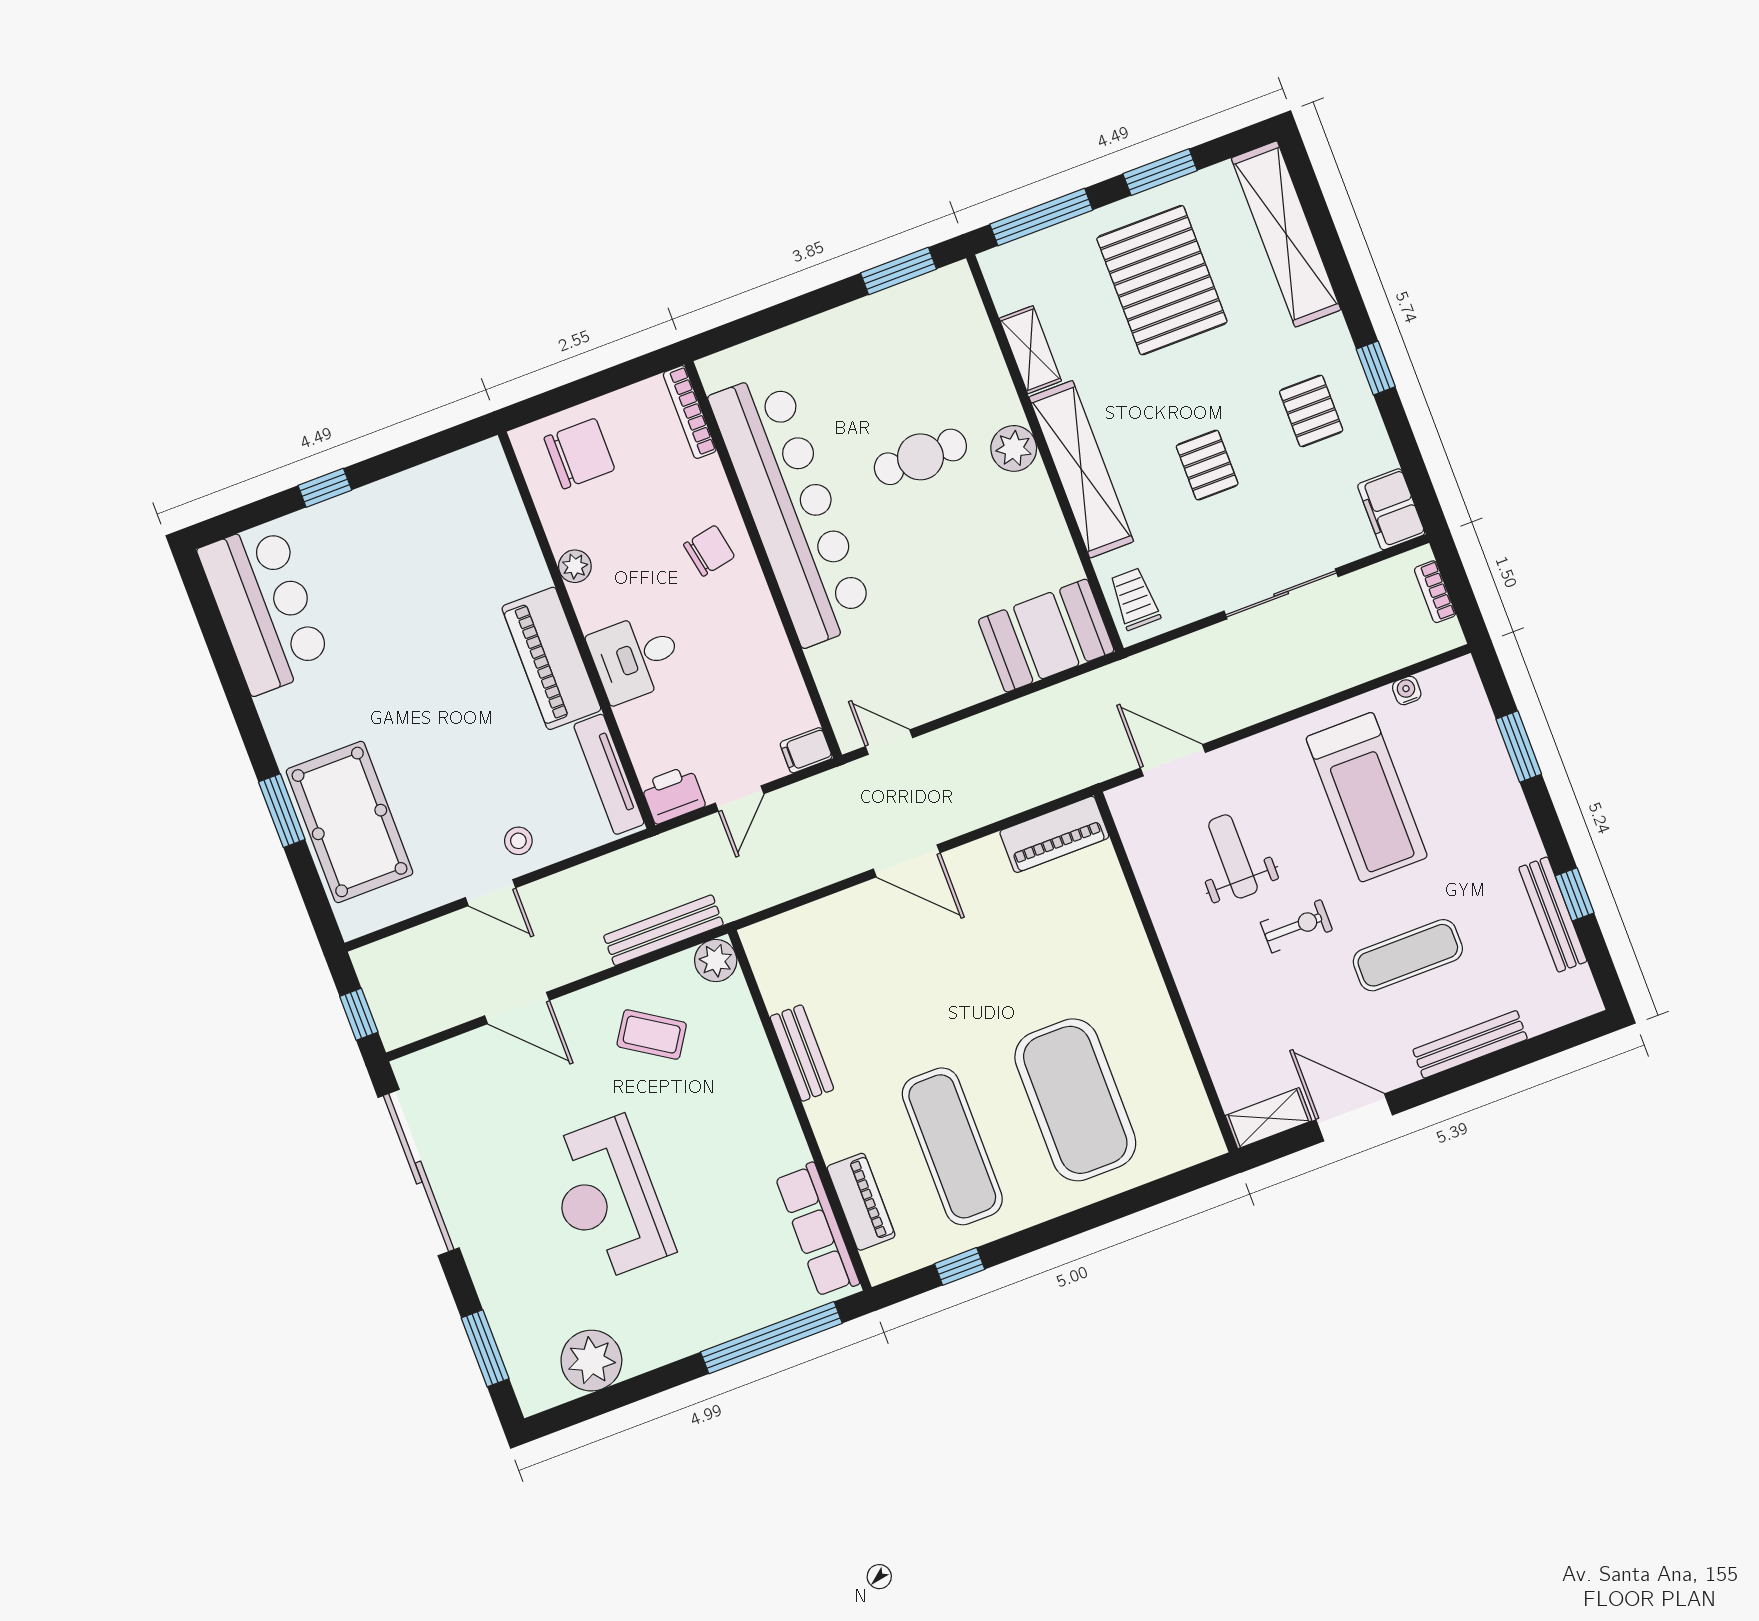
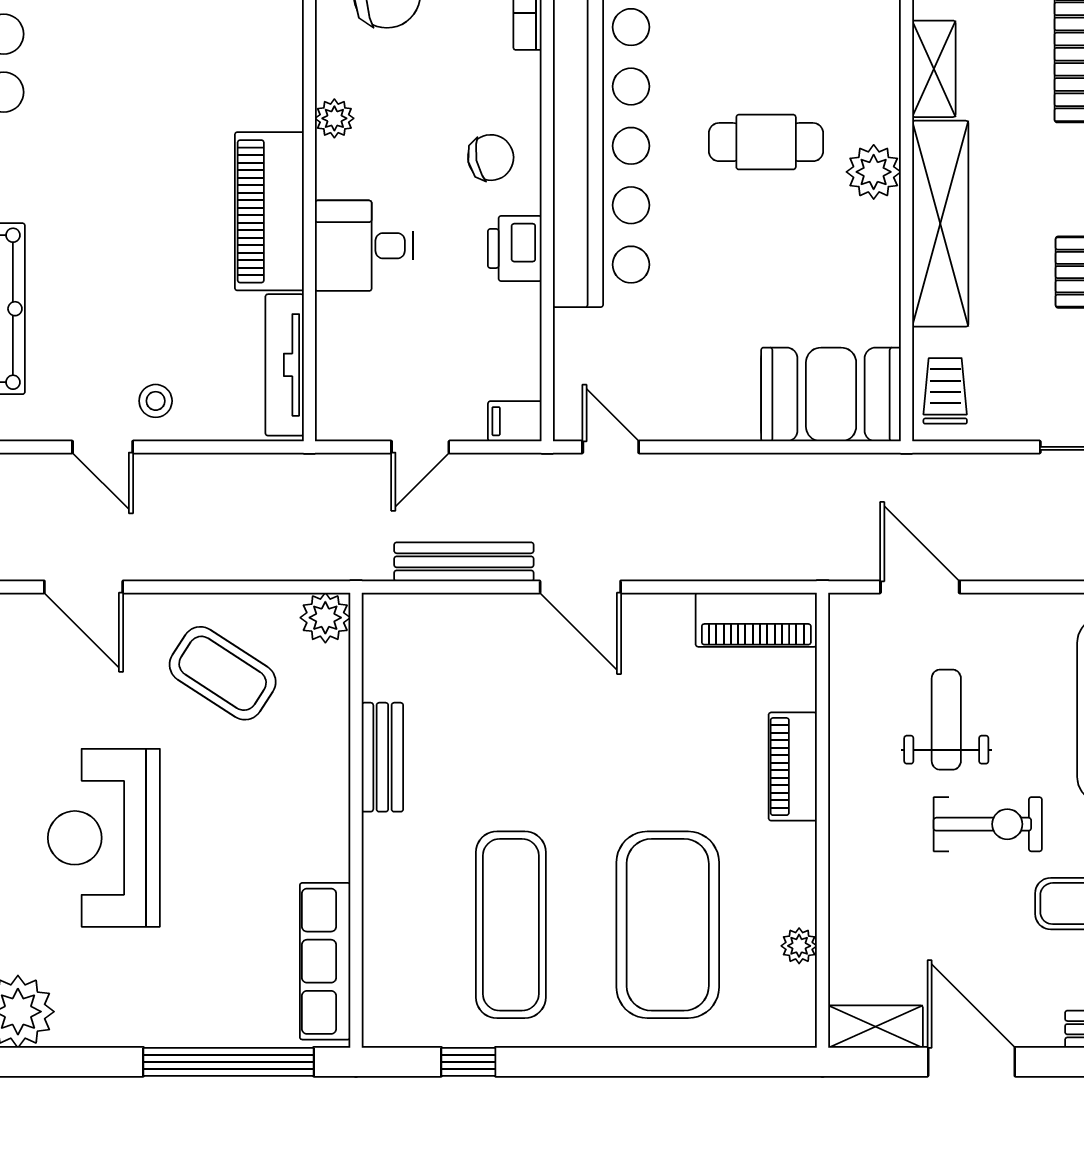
printer: (673, 795) -> (515, 248), moved, turned -90
exercise bike: (1297, 926) -> (988, 824), width x1.38, depth x1.39
bench: (663, 930) -> (464, 562), moved
coffee table: (652, 1035) -> (223, 673), width x1.36, depth x1.30
plant: (1185, 1077) -> (799, 946), added
piano: (861, 1202) -> (793, 767), moved, turned 180

